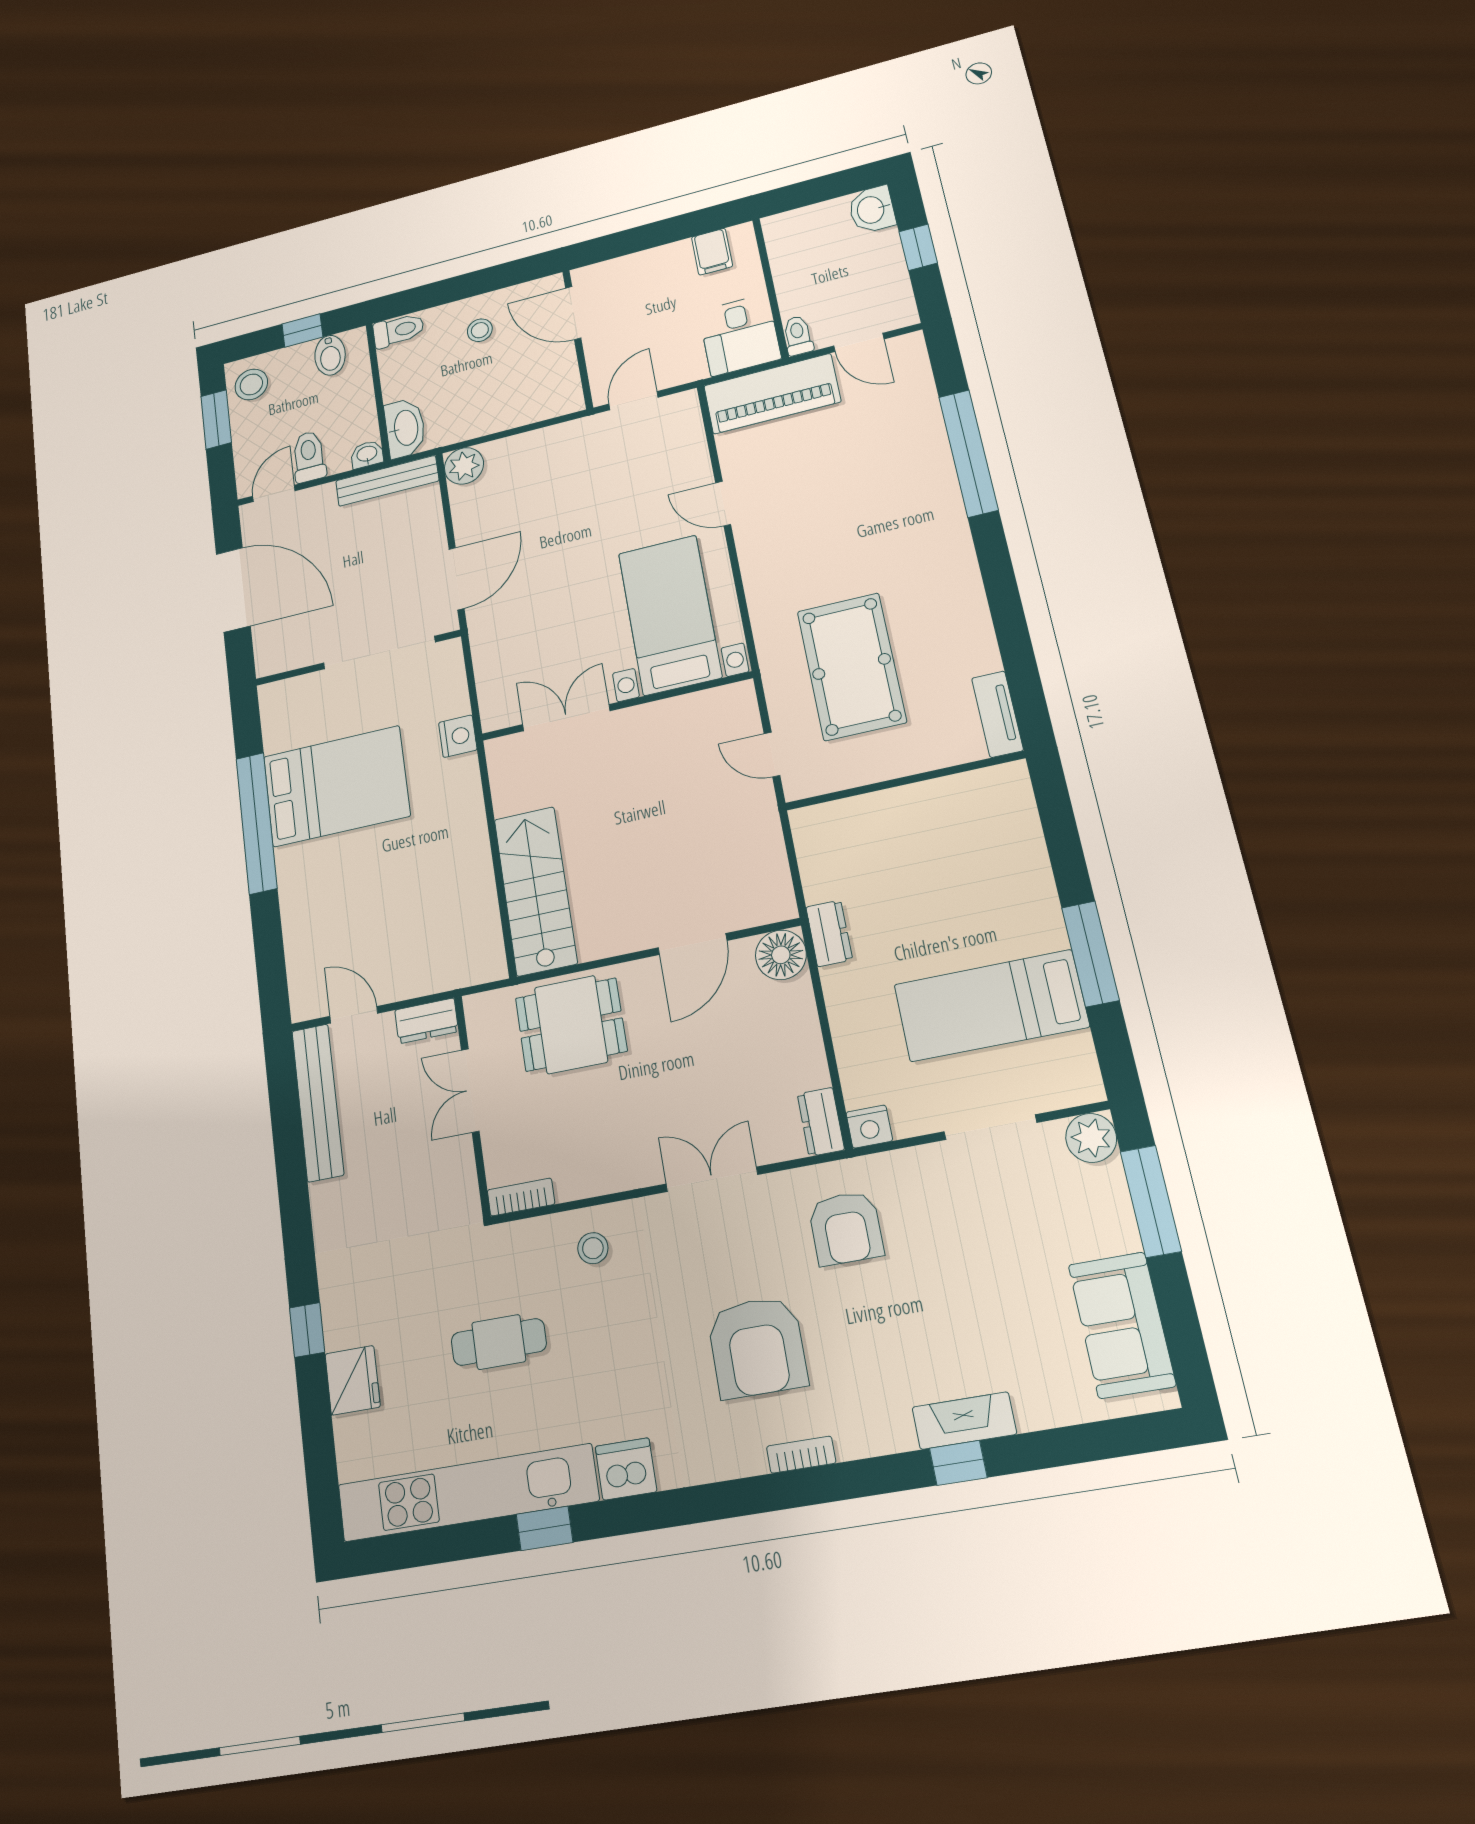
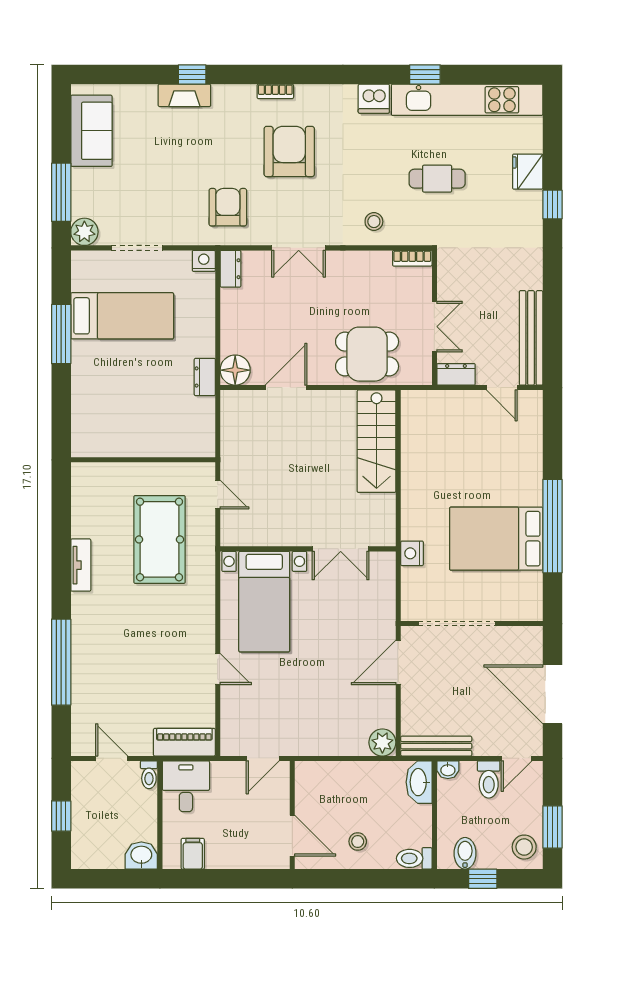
washbasin: (872, 210) -> (141, 856), moved, turned -90
piano: (772, 394) -> (184, 742), width x0.73, depth x0.75
tv unit: (997, 714) -> (81, 565), moved

